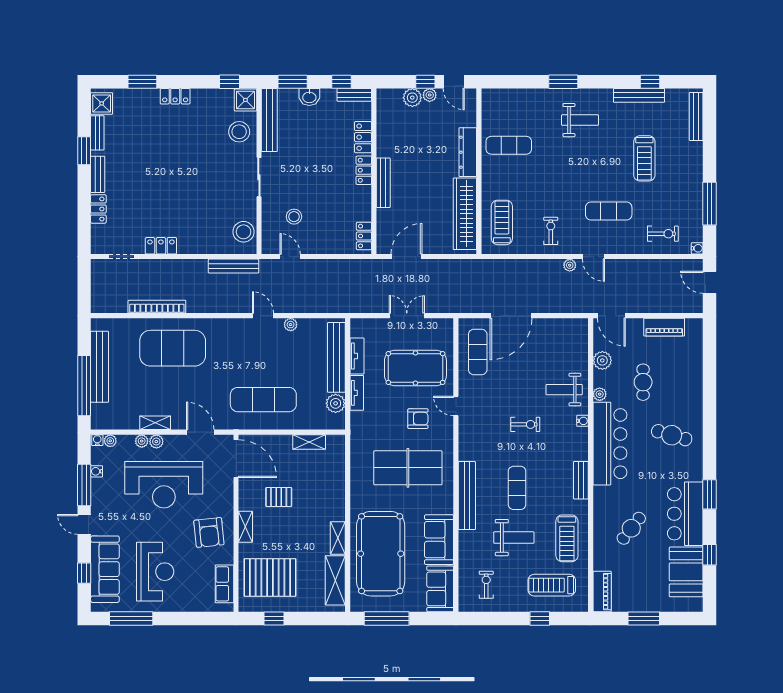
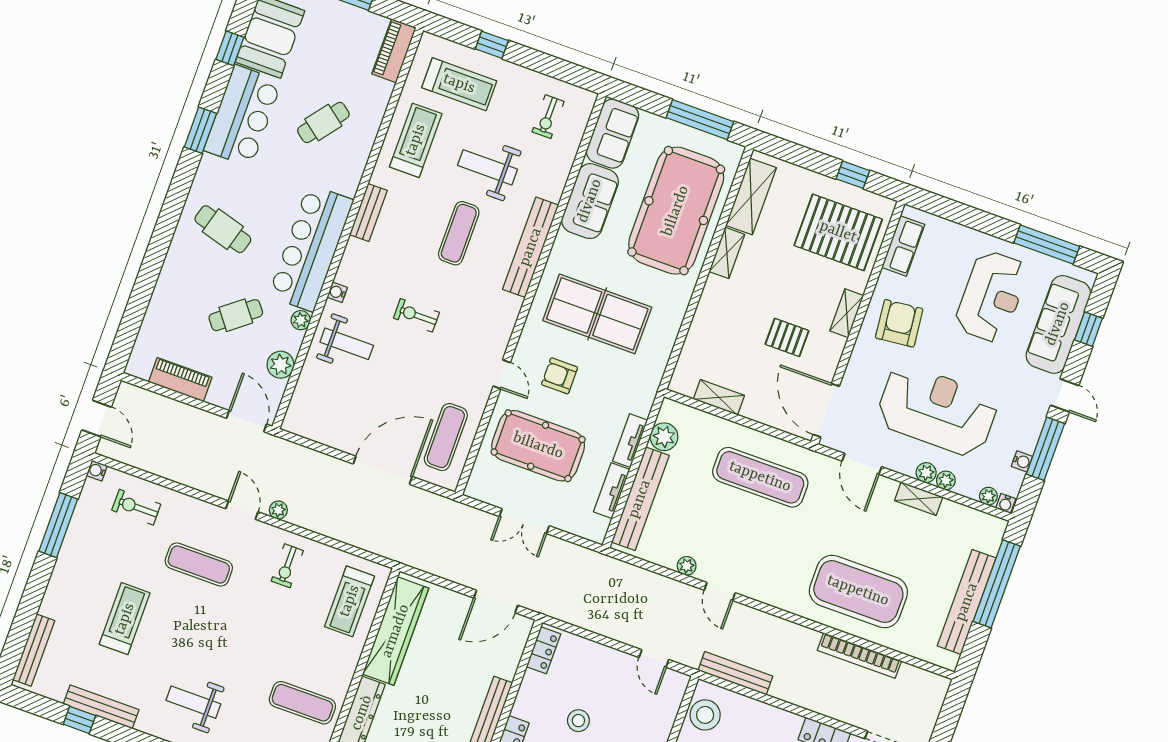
stool: (294, 217) -> (578, 721), moved
cafe table: (643, 382) -> (236, 315), turned 52
reception desk: (155, 572) -> (991, 296), turned 180

